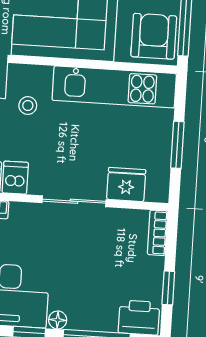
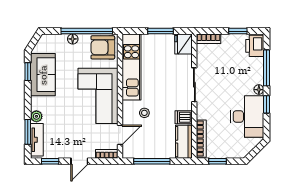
fridge: (126, 184) -> (184, 44), moved

